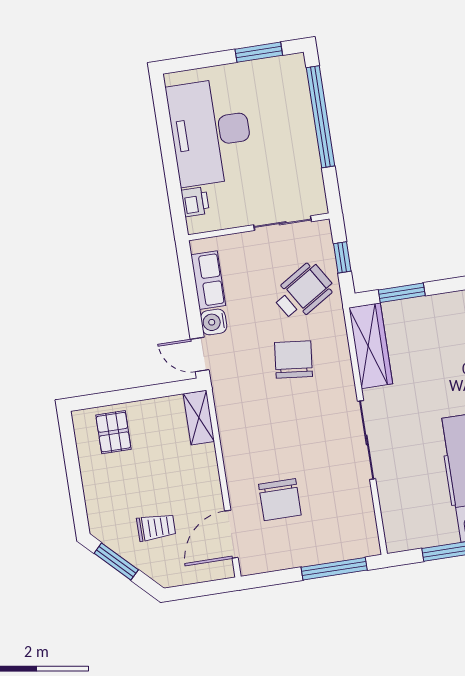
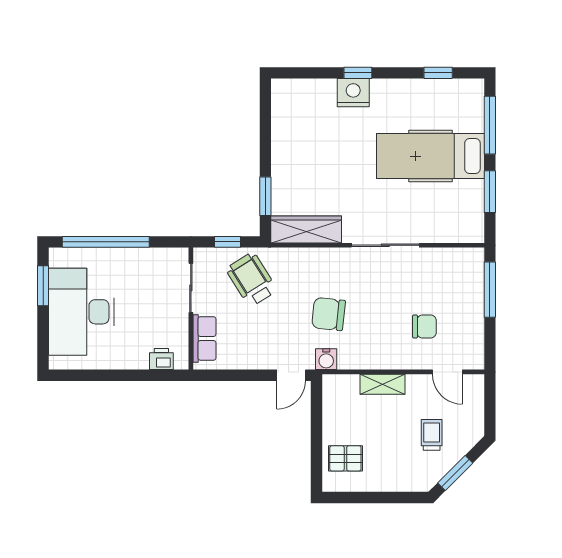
desk: (210, 132) -> (81, 312), moved, turned 90
row of seats: (208, 280) -> (204, 338), moved, turned 90
water cooler: (214, 322) -> (326, 359), moved
chair: (293, 359) -> (328, 314), moved
shelving: (199, 418) -> (382, 384), moved
chair: (280, 500) -> (424, 326), width x0.73, depth x0.73
door: (231, 534) -> (447, 372), width x0.73

